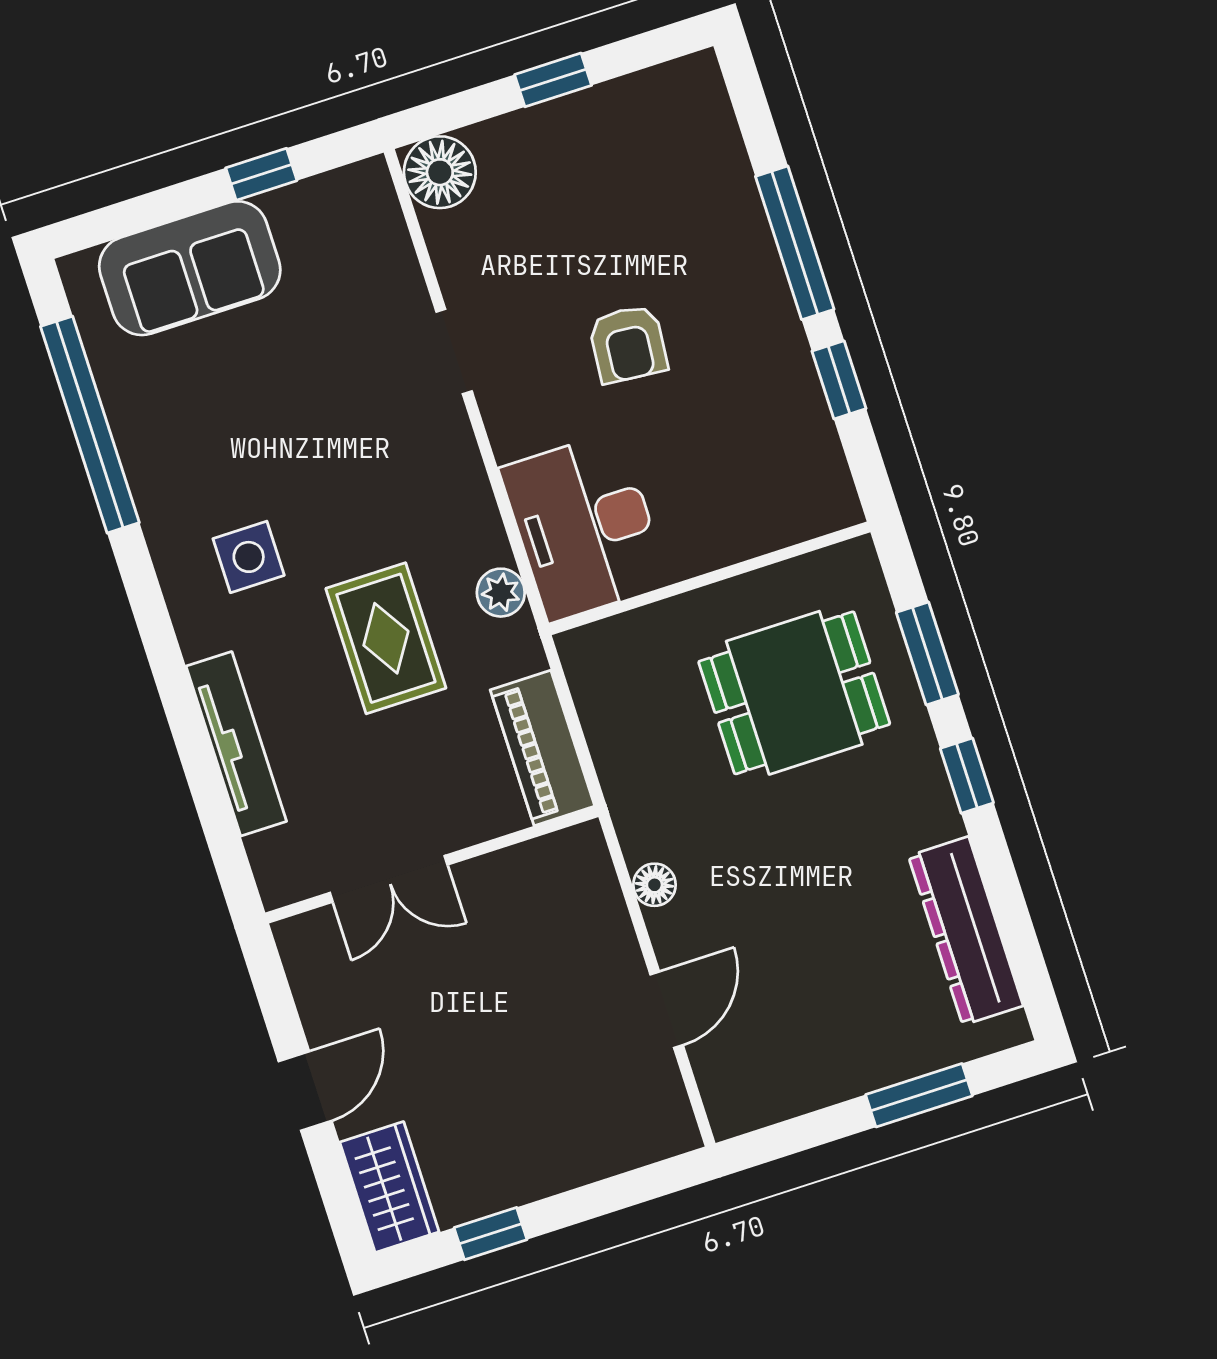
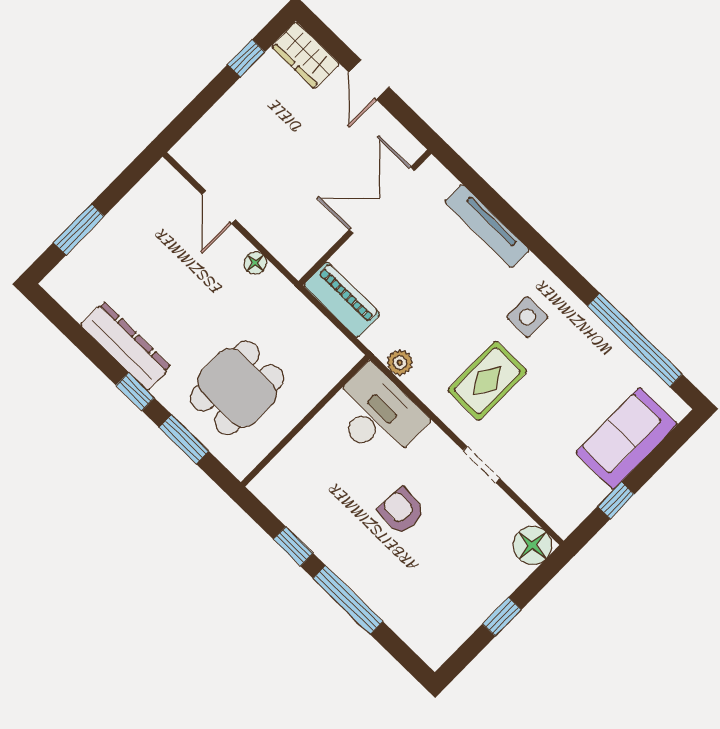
rug: (386, 638) -> (487, 381), moved, turned 90
double door: (389, 879) -> (382, 200), width x1.37
dresser: (966, 931) -> (126, 346), moved

